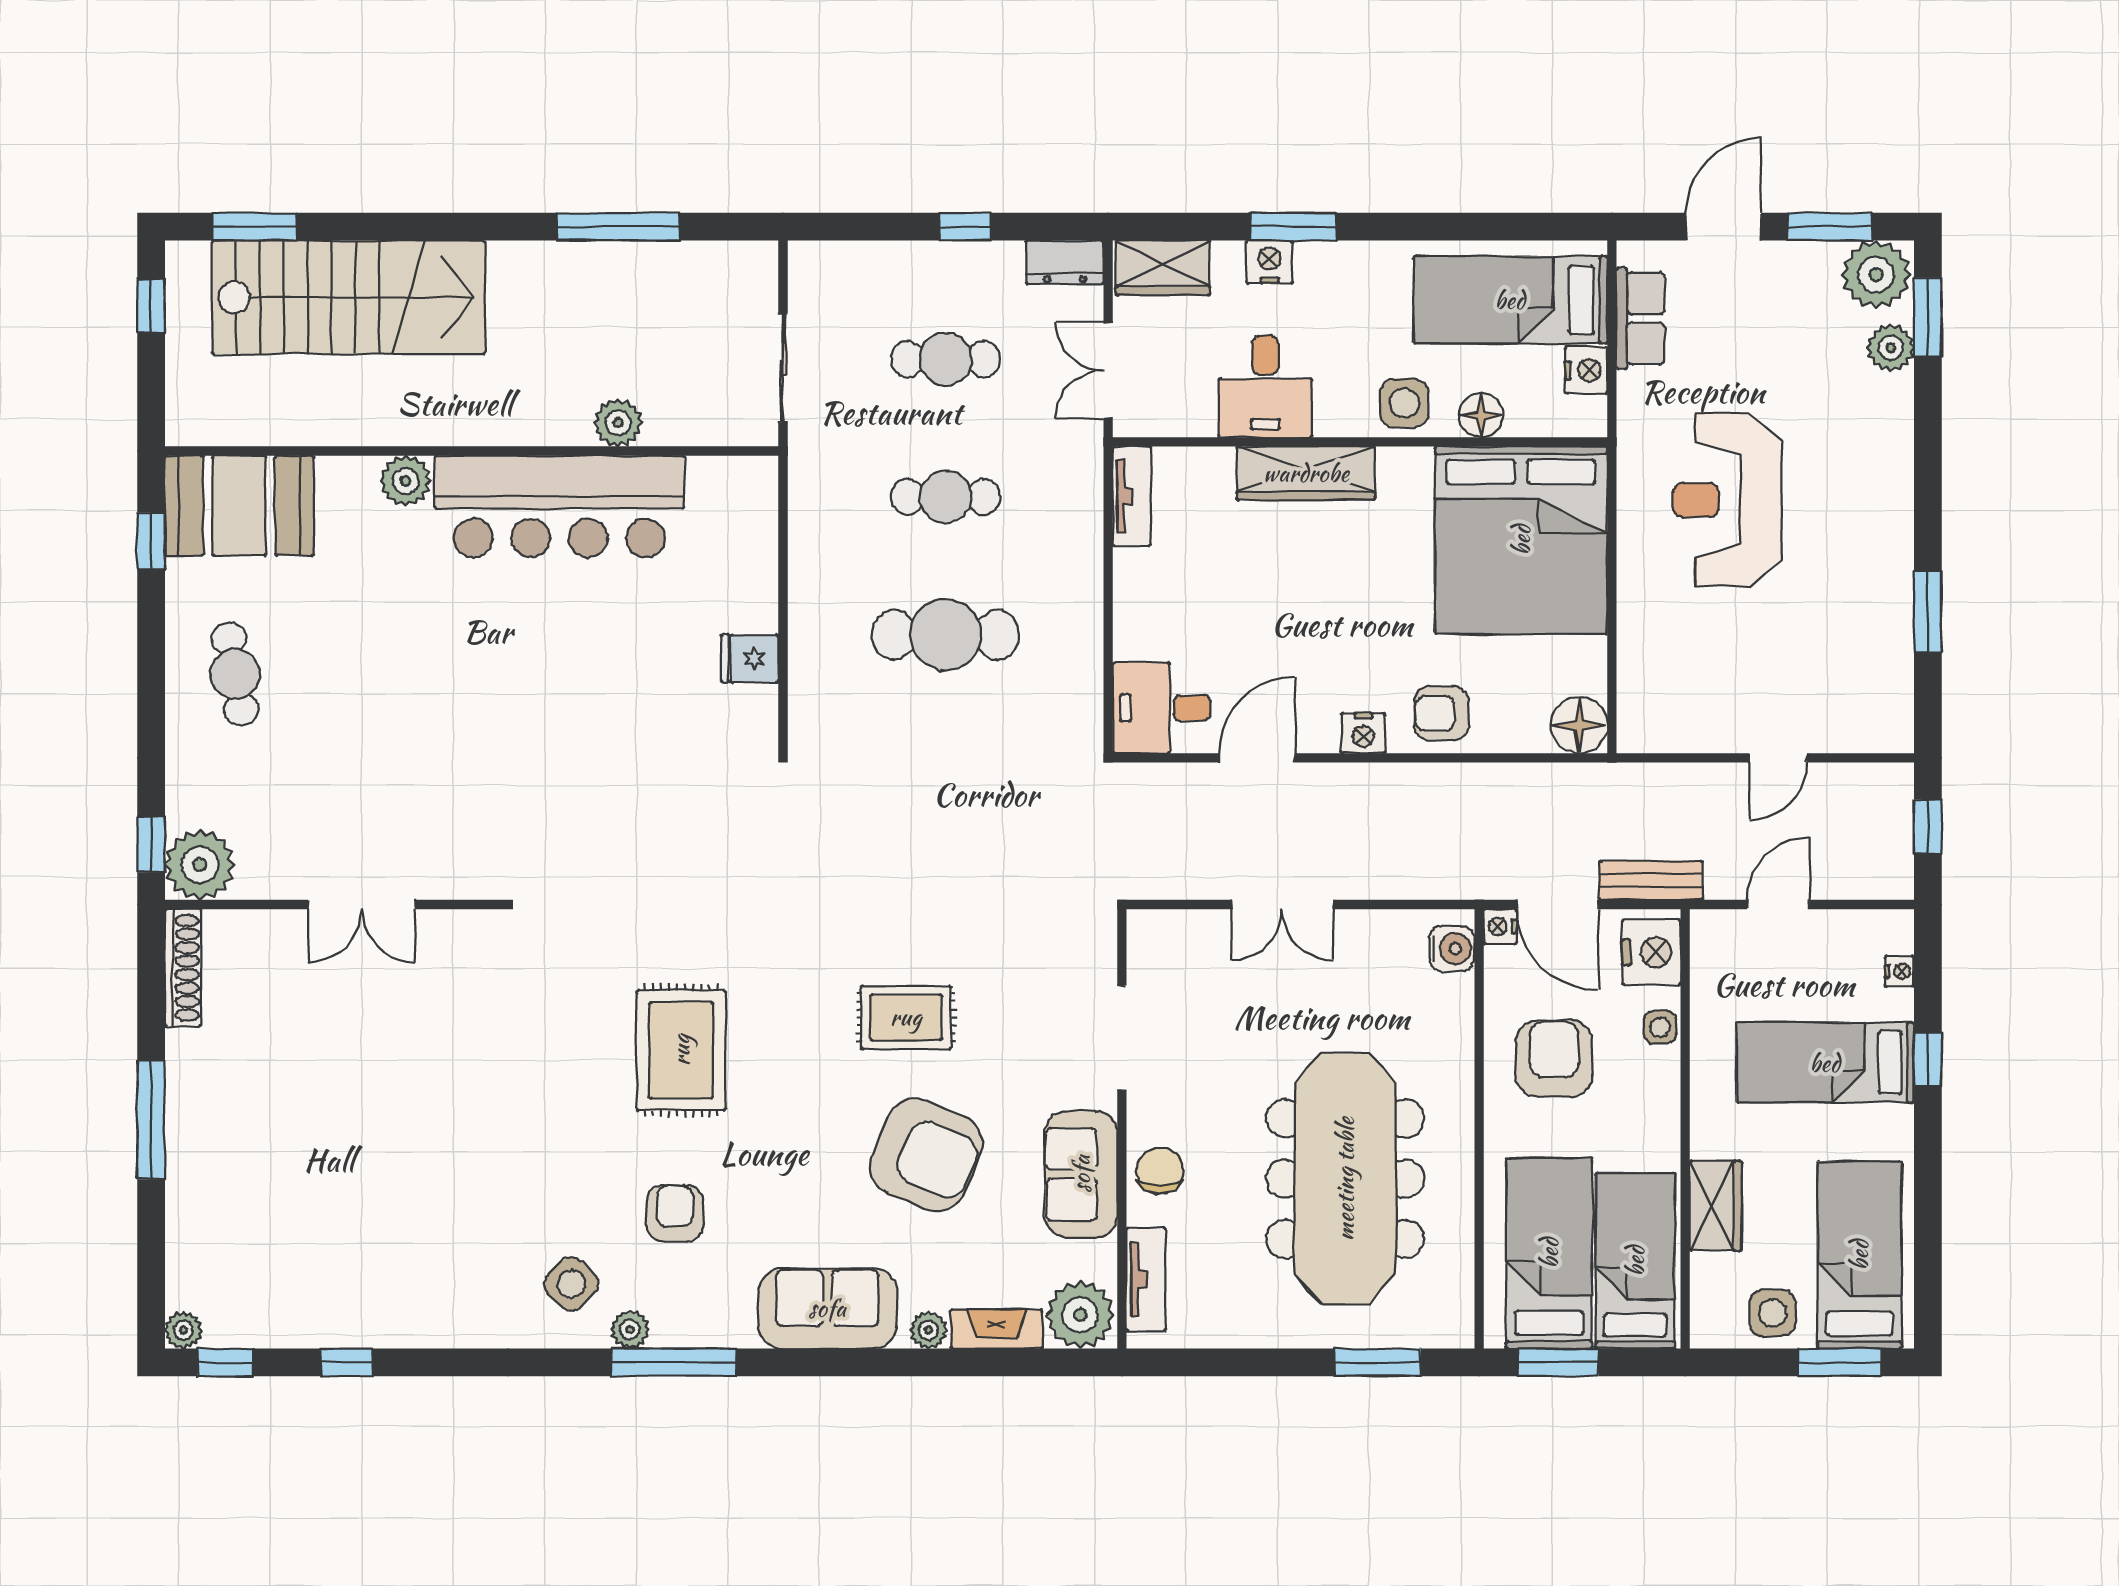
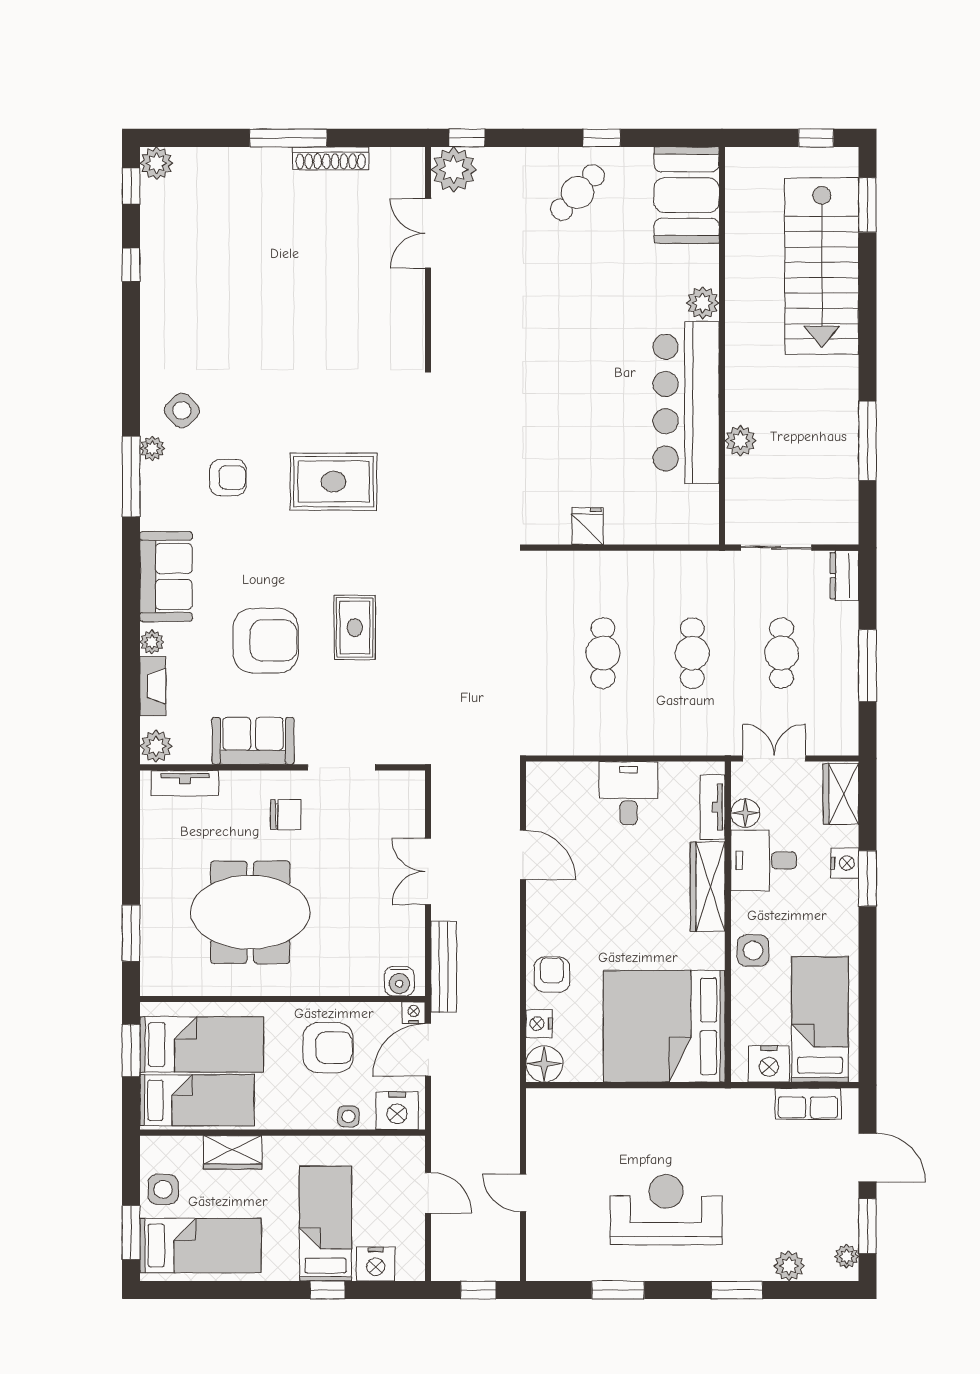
window: (965, 227) -> (867, 666), width x2.17
dresser: (1065, 262) -> (844, 576), moved
plant: (1876, 275) -> (847, 1256), width x0.53, depth x0.53
window: (1928, 317) -> (737, 1290), moved
nightstand: (1586, 370) -> (769, 1064), width x1.36, depth x1.33
floor lamp: (1481, 415) -> (745, 813), moved
tv unit: (1132, 496) -> (713, 807), moved, turned 90
reception desk: (1727, 500) -> (666, 1210), moved
window: (151, 541) -> (602, 138), moved
cafe table: (946, 635) -> (603, 653), width x0.73, depth x0.74
cafe table: (235, 674) -> (577, 192), turned -37
desk: (1162, 708) -> (629, 793), moved
nightstand: (1363, 733) -> (539, 1024), moved
bench: (1651, 880) -> (444, 967), moved, width x1.36
double door: (362, 904) -> (428, 233), moved
shoe rack: (183, 968) -> (331, 159), moved
nightstand: (1900, 971) -> (376, 1264), width x1.89, depth x1.79
armchair: (926, 1155) -> (266, 641), turned -113
chair: (1160, 1171) -> (286, 815), moved
meeting table: (1345, 1179) -> (250, 912), width x0.73
plant: (1080, 1315) -> (156, 746), width x0.73, depth x0.73
plant: (183, 1330) -> (156, 163), width x1.38, depth x1.38

